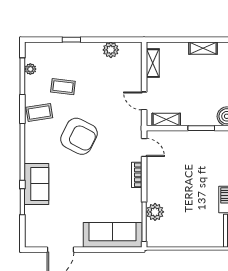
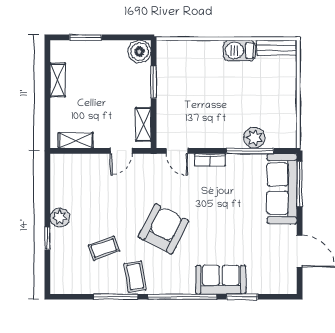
plant: (111, 50) -> (60, 217), moved
plant: (30, 69) -> (83, 287), removed
window: (22, 76) -> (116, 297), moved
coffee table: (63, 87) -> (104, 248), turned 63
door: (144, 147) -> (177, 151), swing flipped
window: (144, 222) -> (250, 151), moved
window: (116, 250) -> (300, 184), added

